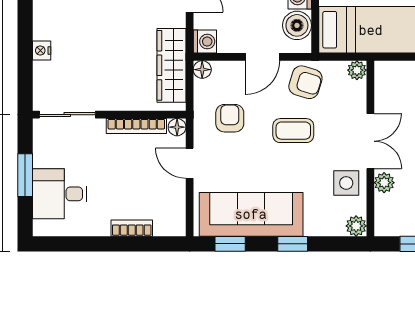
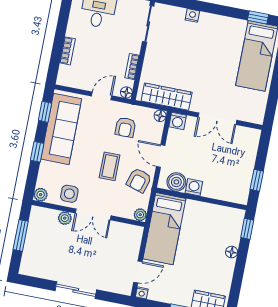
armchair: (230, 118) -> (125, 127), turned 90
bookcase: (136, 126) -> (132, 67), width x0.64

